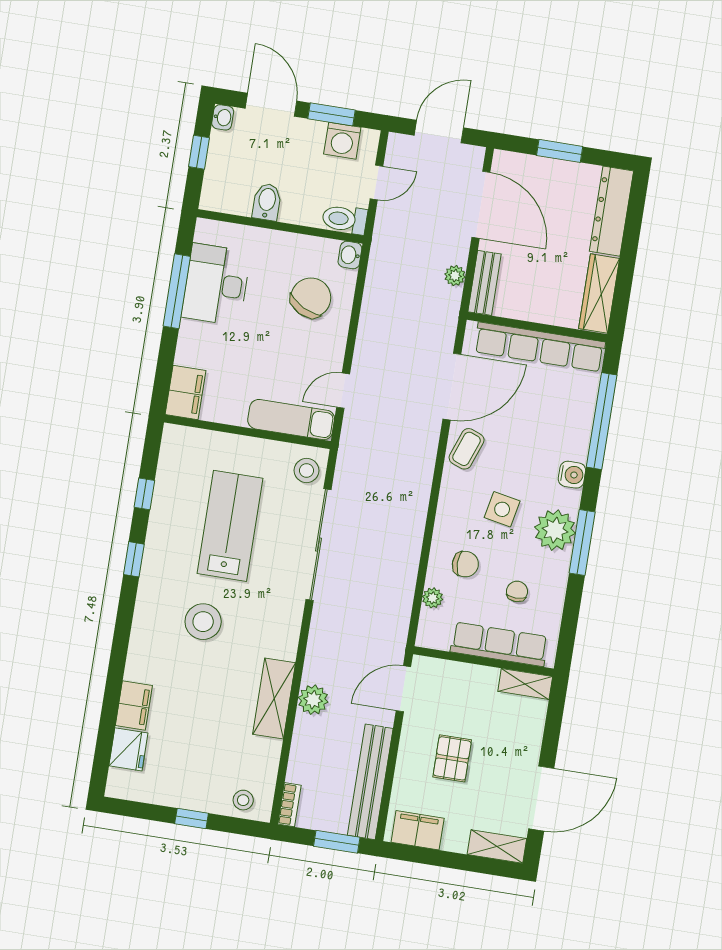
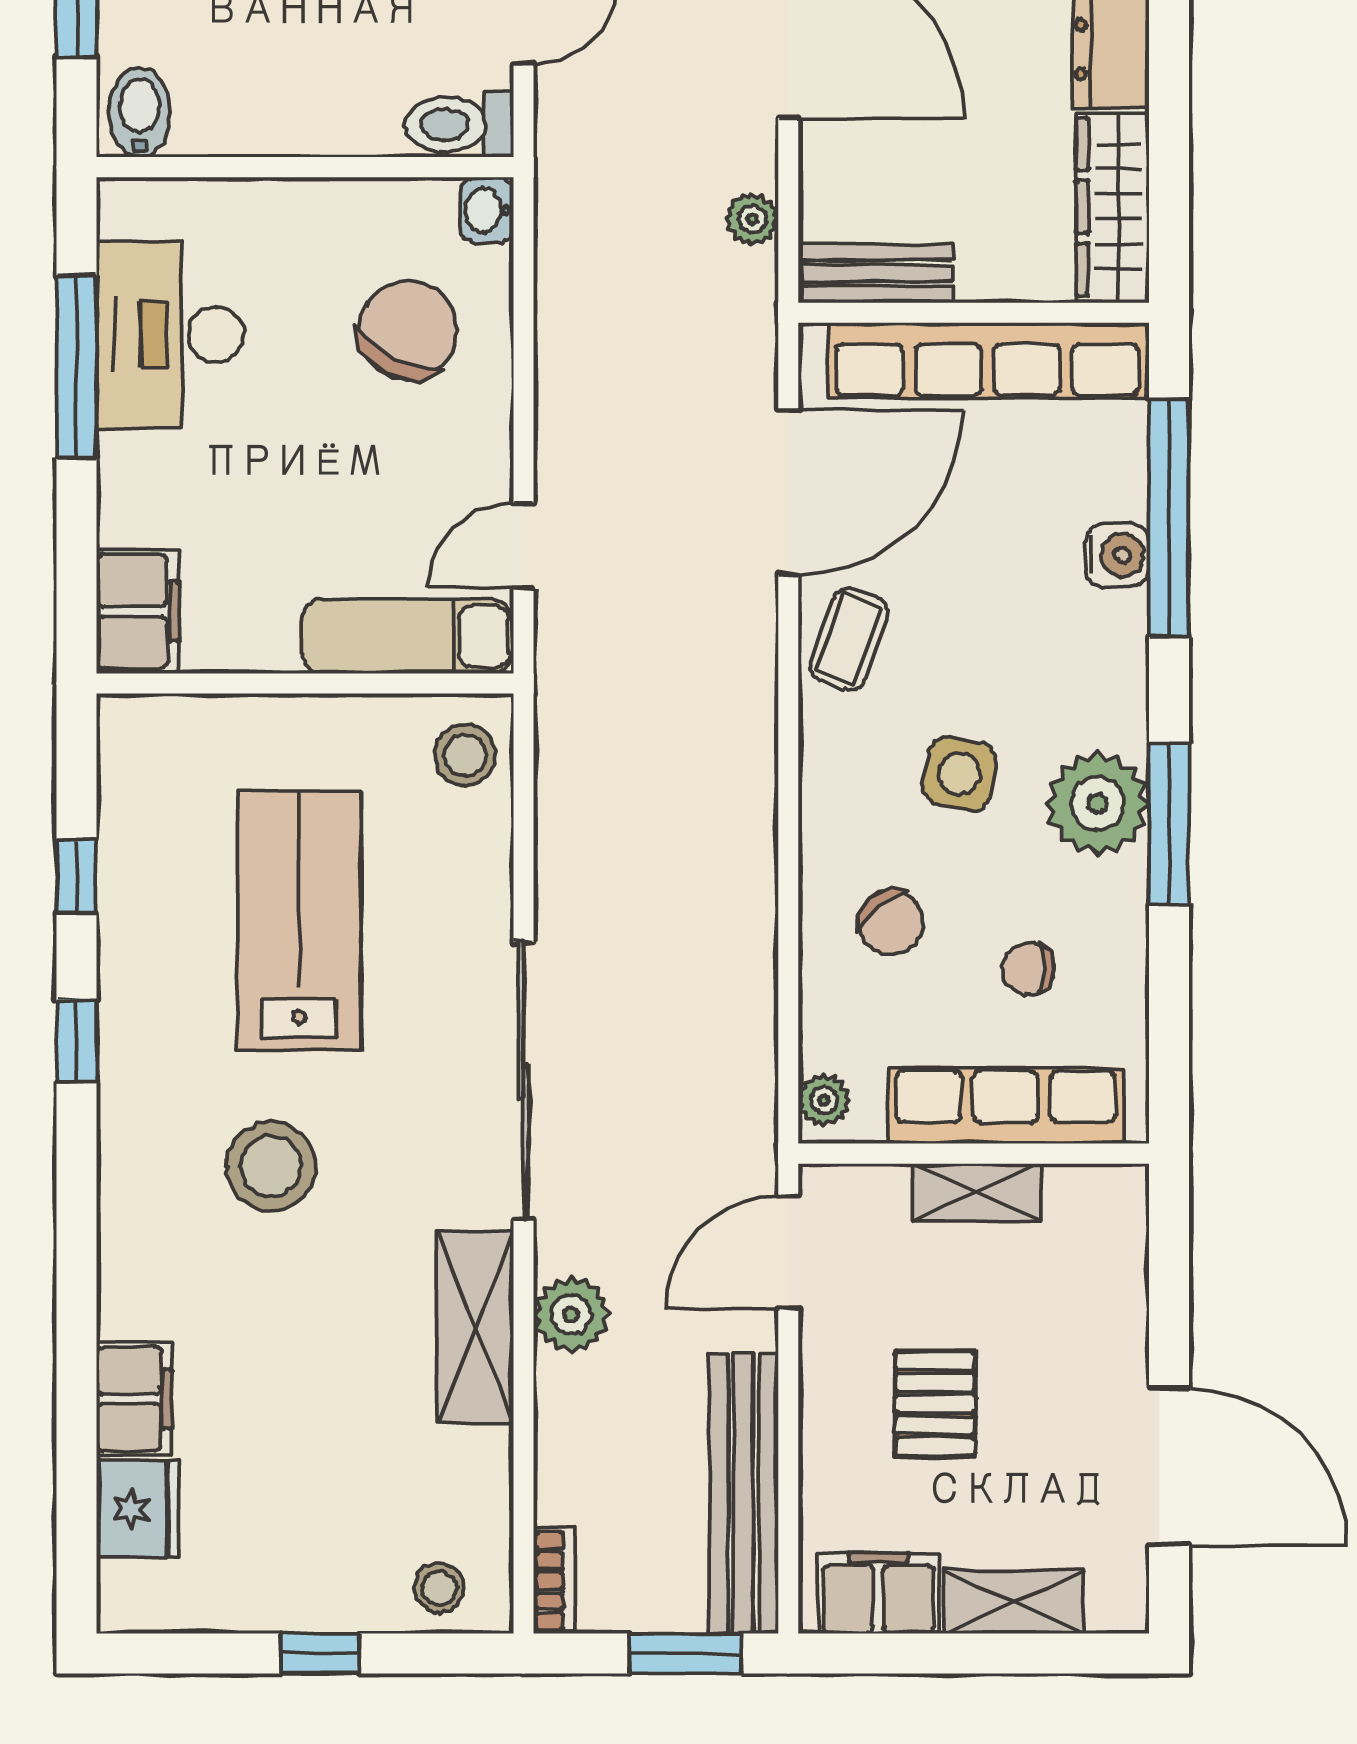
bidet: (267, 202) -> (140, 112), moved
bench: (485, 283) -> (876, 273), moved, turned 90
water cooler: (572, 475) -> (1117, 555), moved
sliding door: (318, 545) -> (523, 1081), moved
chair: (465, 564) -> (891, 922), turned 51
chair: (517, 591) -> (1028, 969), turned -90
plant: (433, 598) -> (824, 1100), moved
shelving: (525, 684) -> (977, 1192), moved
door: (541, 798) -> (1169, 1467), hinge flipped
shelving: (497, 847) -> (1014, 1602), moved

